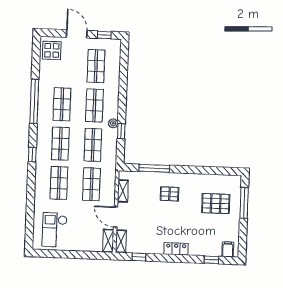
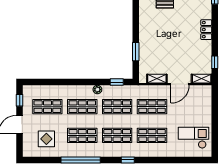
display table: (52, 50) -> (46, 139), moved
window: (121, 131) -> (117, 82), moved
window: (154, 168) -> (136, 52), width x0.69
pallet: (169, 194) -> (158, 37), removed
checkout: (55, 230) -> (193, 138), turned 180
shelving: (108, 241) -> (201, 90), removed

